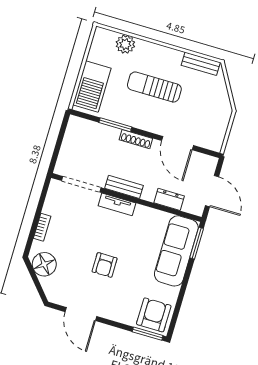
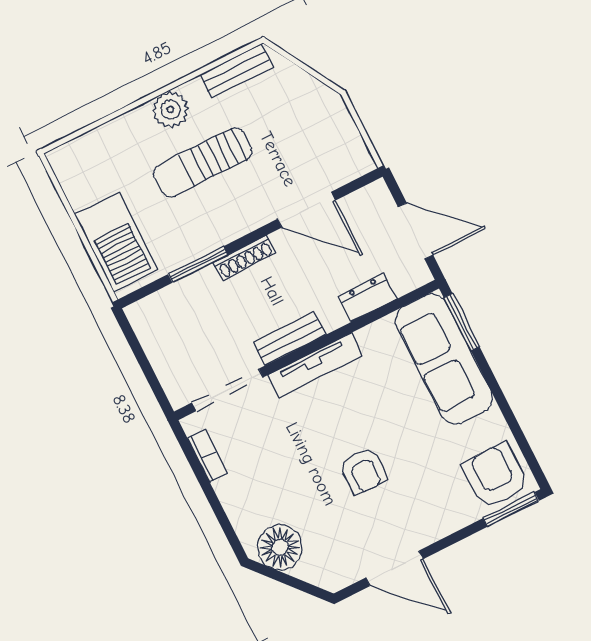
plant: (125, 44) -> (171, 110), moved
tv unit: (117, 204) -> (315, 365), width x1.41
bookcase: (42, 227) -> (207, 456), moved

